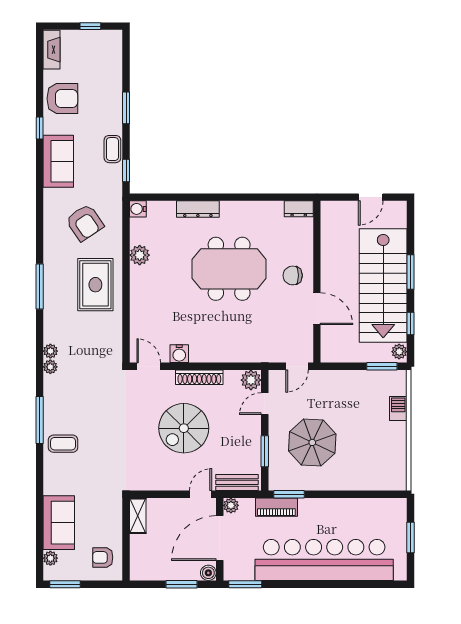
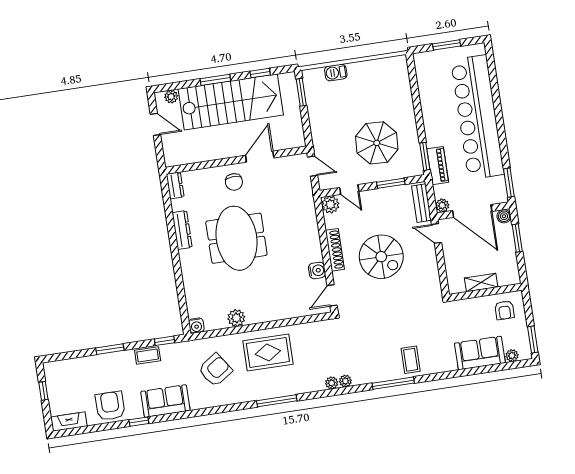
dresser: (198, 209) -> (182, 230), moved
plant: (399, 352) -> (171, 97), moved
shelving: (138, 516) -> (481, 283), moved

